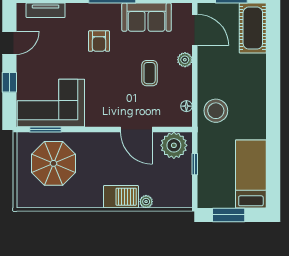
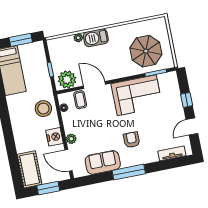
nightstand: (208, 67) -> (55, 137), added
coffee table: (150, 73) -> (80, 100), moved
corner sofa: (51, 103) -> (137, 95), moved

